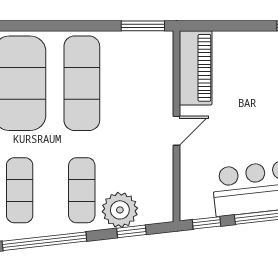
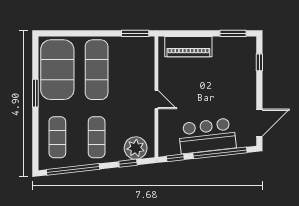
piano: (196, 68) -> (188, 47), moved, turned 90
door: (177, 131) -> (156, 100), hinge flipped
plant: (120, 210) -> (136, 148), moved

